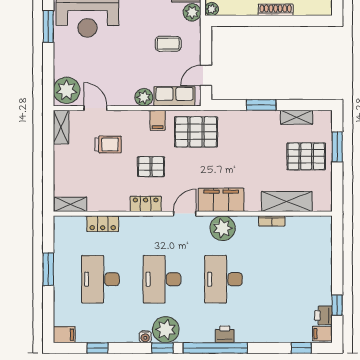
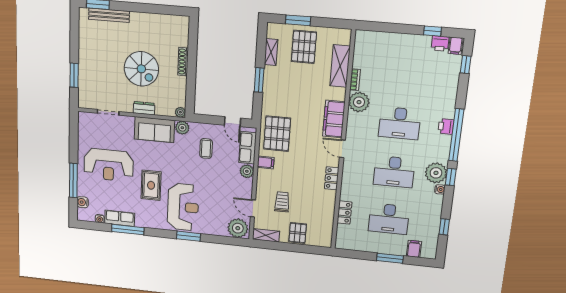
door: (95, 108) -> (253, 208), hinge flipped
pallet: (151, 167) -> (298, 233), moved
shelving: (71, 204) -> (327, 235), removed
plant: (223, 228) -> (359, 102), moved
window: (48, 269) -> (390, 258), moved
filing cabinet: (64, 335) -> (414, 249), moved

